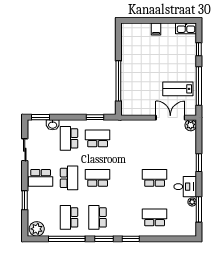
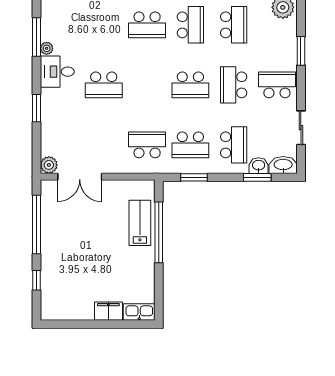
kitchen sink: (186, 28) -> (139, 312), moved
filing cabinet: (156, 29) -> (108, 311), width x2.00
lab bench: (178, 89) -> (140, 223), moved, turned -90
window: (40, 117) -> (257, 177), moved
washbasin: (36, 125) -> (283, 165), added
school desk: (126, 138) -> (147, 145), added
school desk: (155, 217) -> (147, 25), moved

